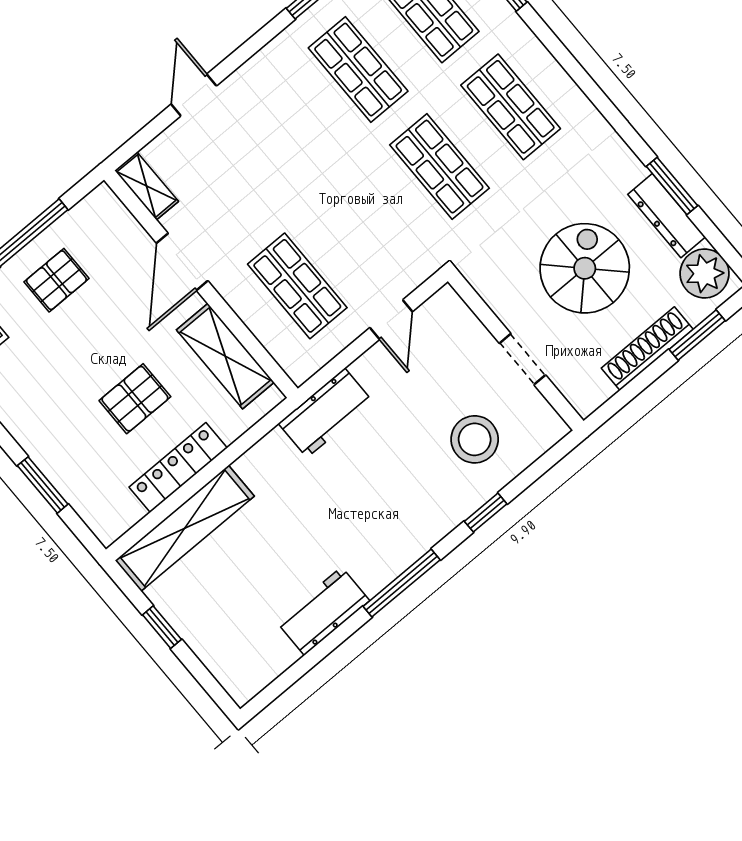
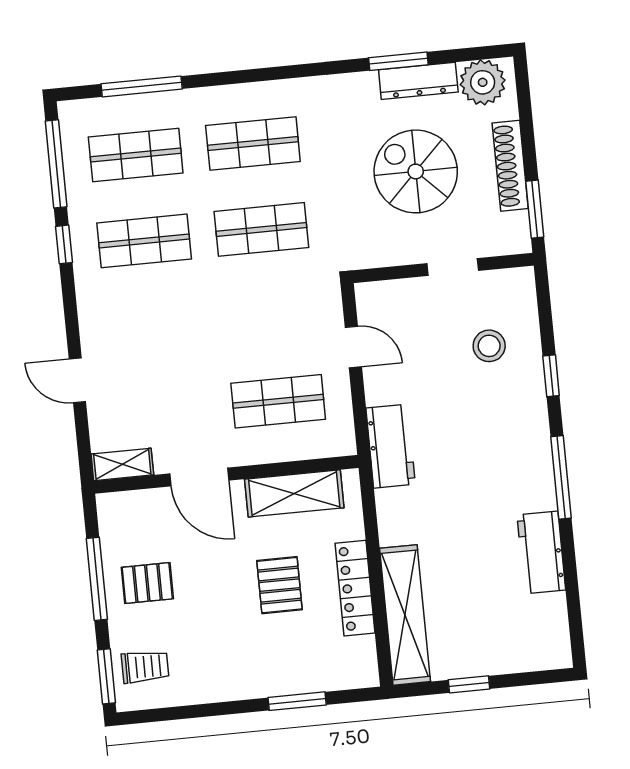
pallet: (56, 280) -> (147, 583), turned 90
window: (697, 335) -> (535, 209), moved
stool: (475, 439) -> (489, 346), width x0.73, depth x0.73

